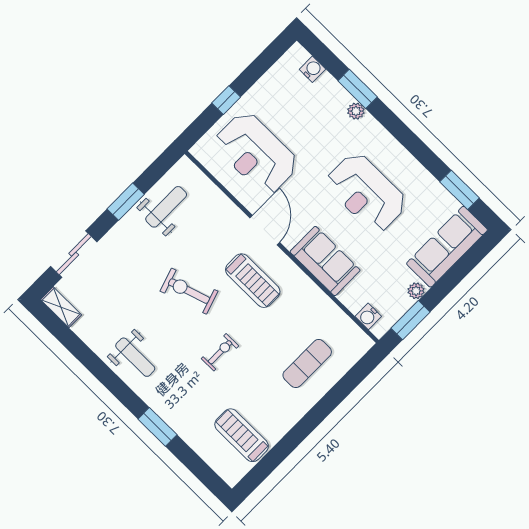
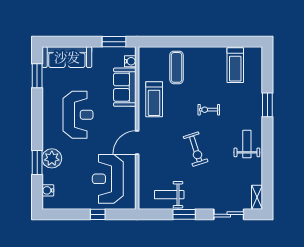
plant: (356, 111) -> (52, 158), width x1.87, depth x1.87
reception desk: (256, 153) -> (108, 179), turned 180
sofa: (325, 261) -> (125, 87), moved
treadmill: (253, 281) -> (154, 99), moved, turned 180
plant: (416, 291) -> (99, 52), removed
exercise mat: (307, 364) -> (177, 67), turned 90

